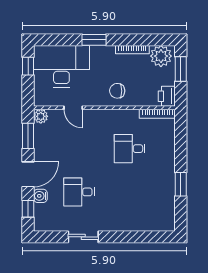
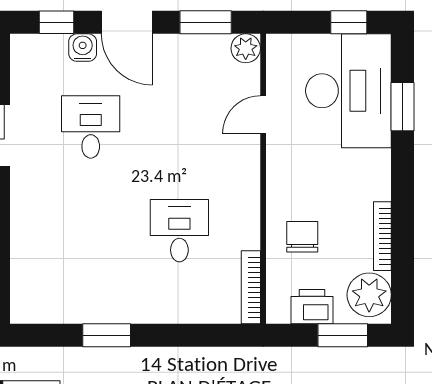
window: (94, 40) -> (403, 107), moved
chair: (117, 91) -> (302, 237), moved
printer: (167, 96) -> (312, 307), moved

